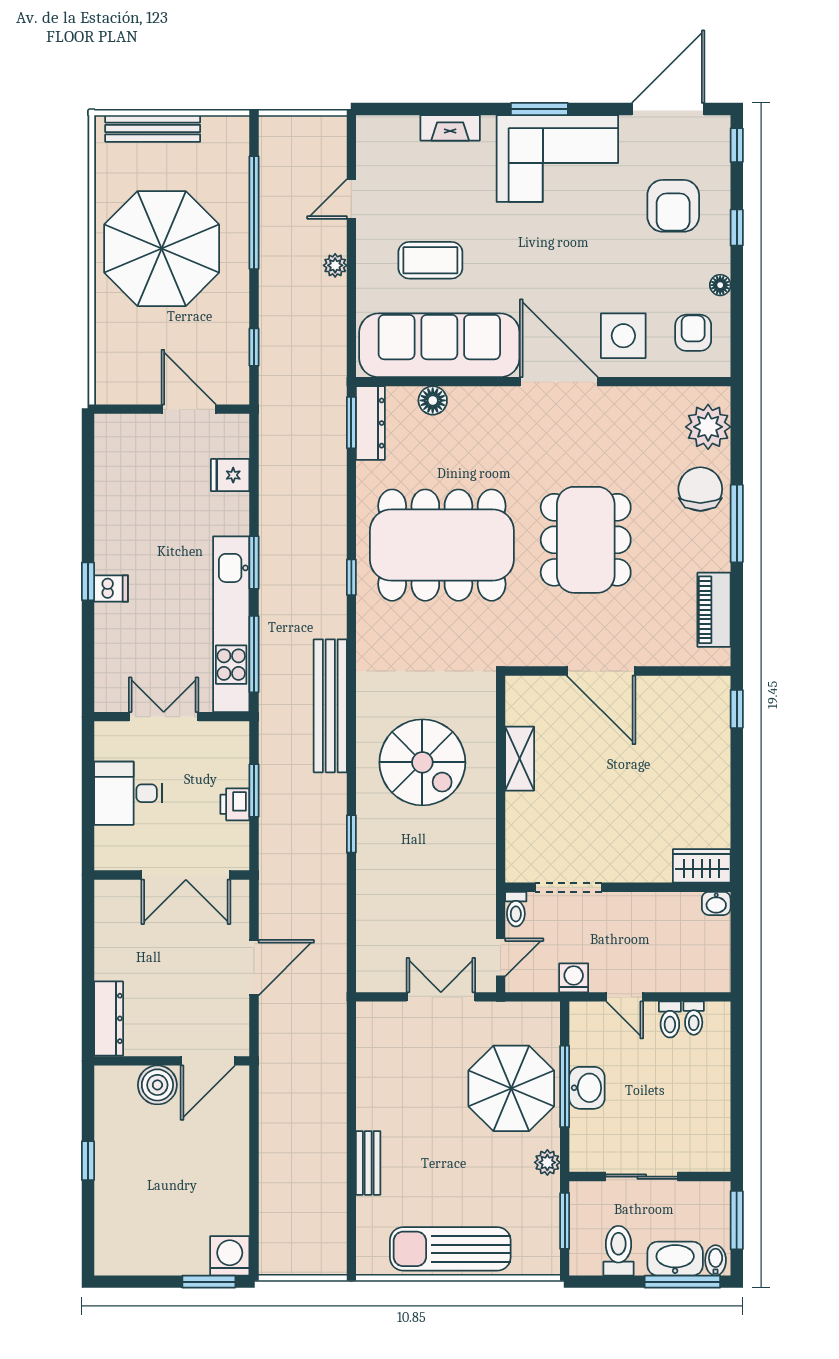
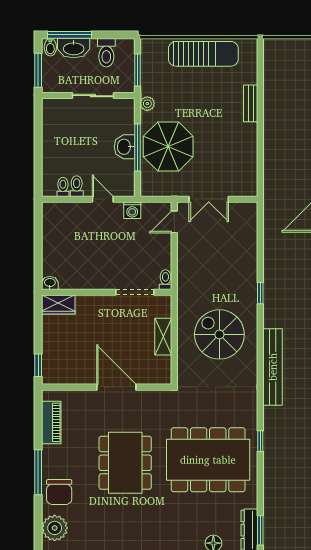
wardrobe: (702, 866) -> (58, 305), moved
doorway: (569, 887) -> (135, 292), moved
wall: (618, 887) -> (107, 292), moved
washbasin: (716, 903) -> (50, 283), moved
toilet: (516, 909) -> (166, 280), moved

